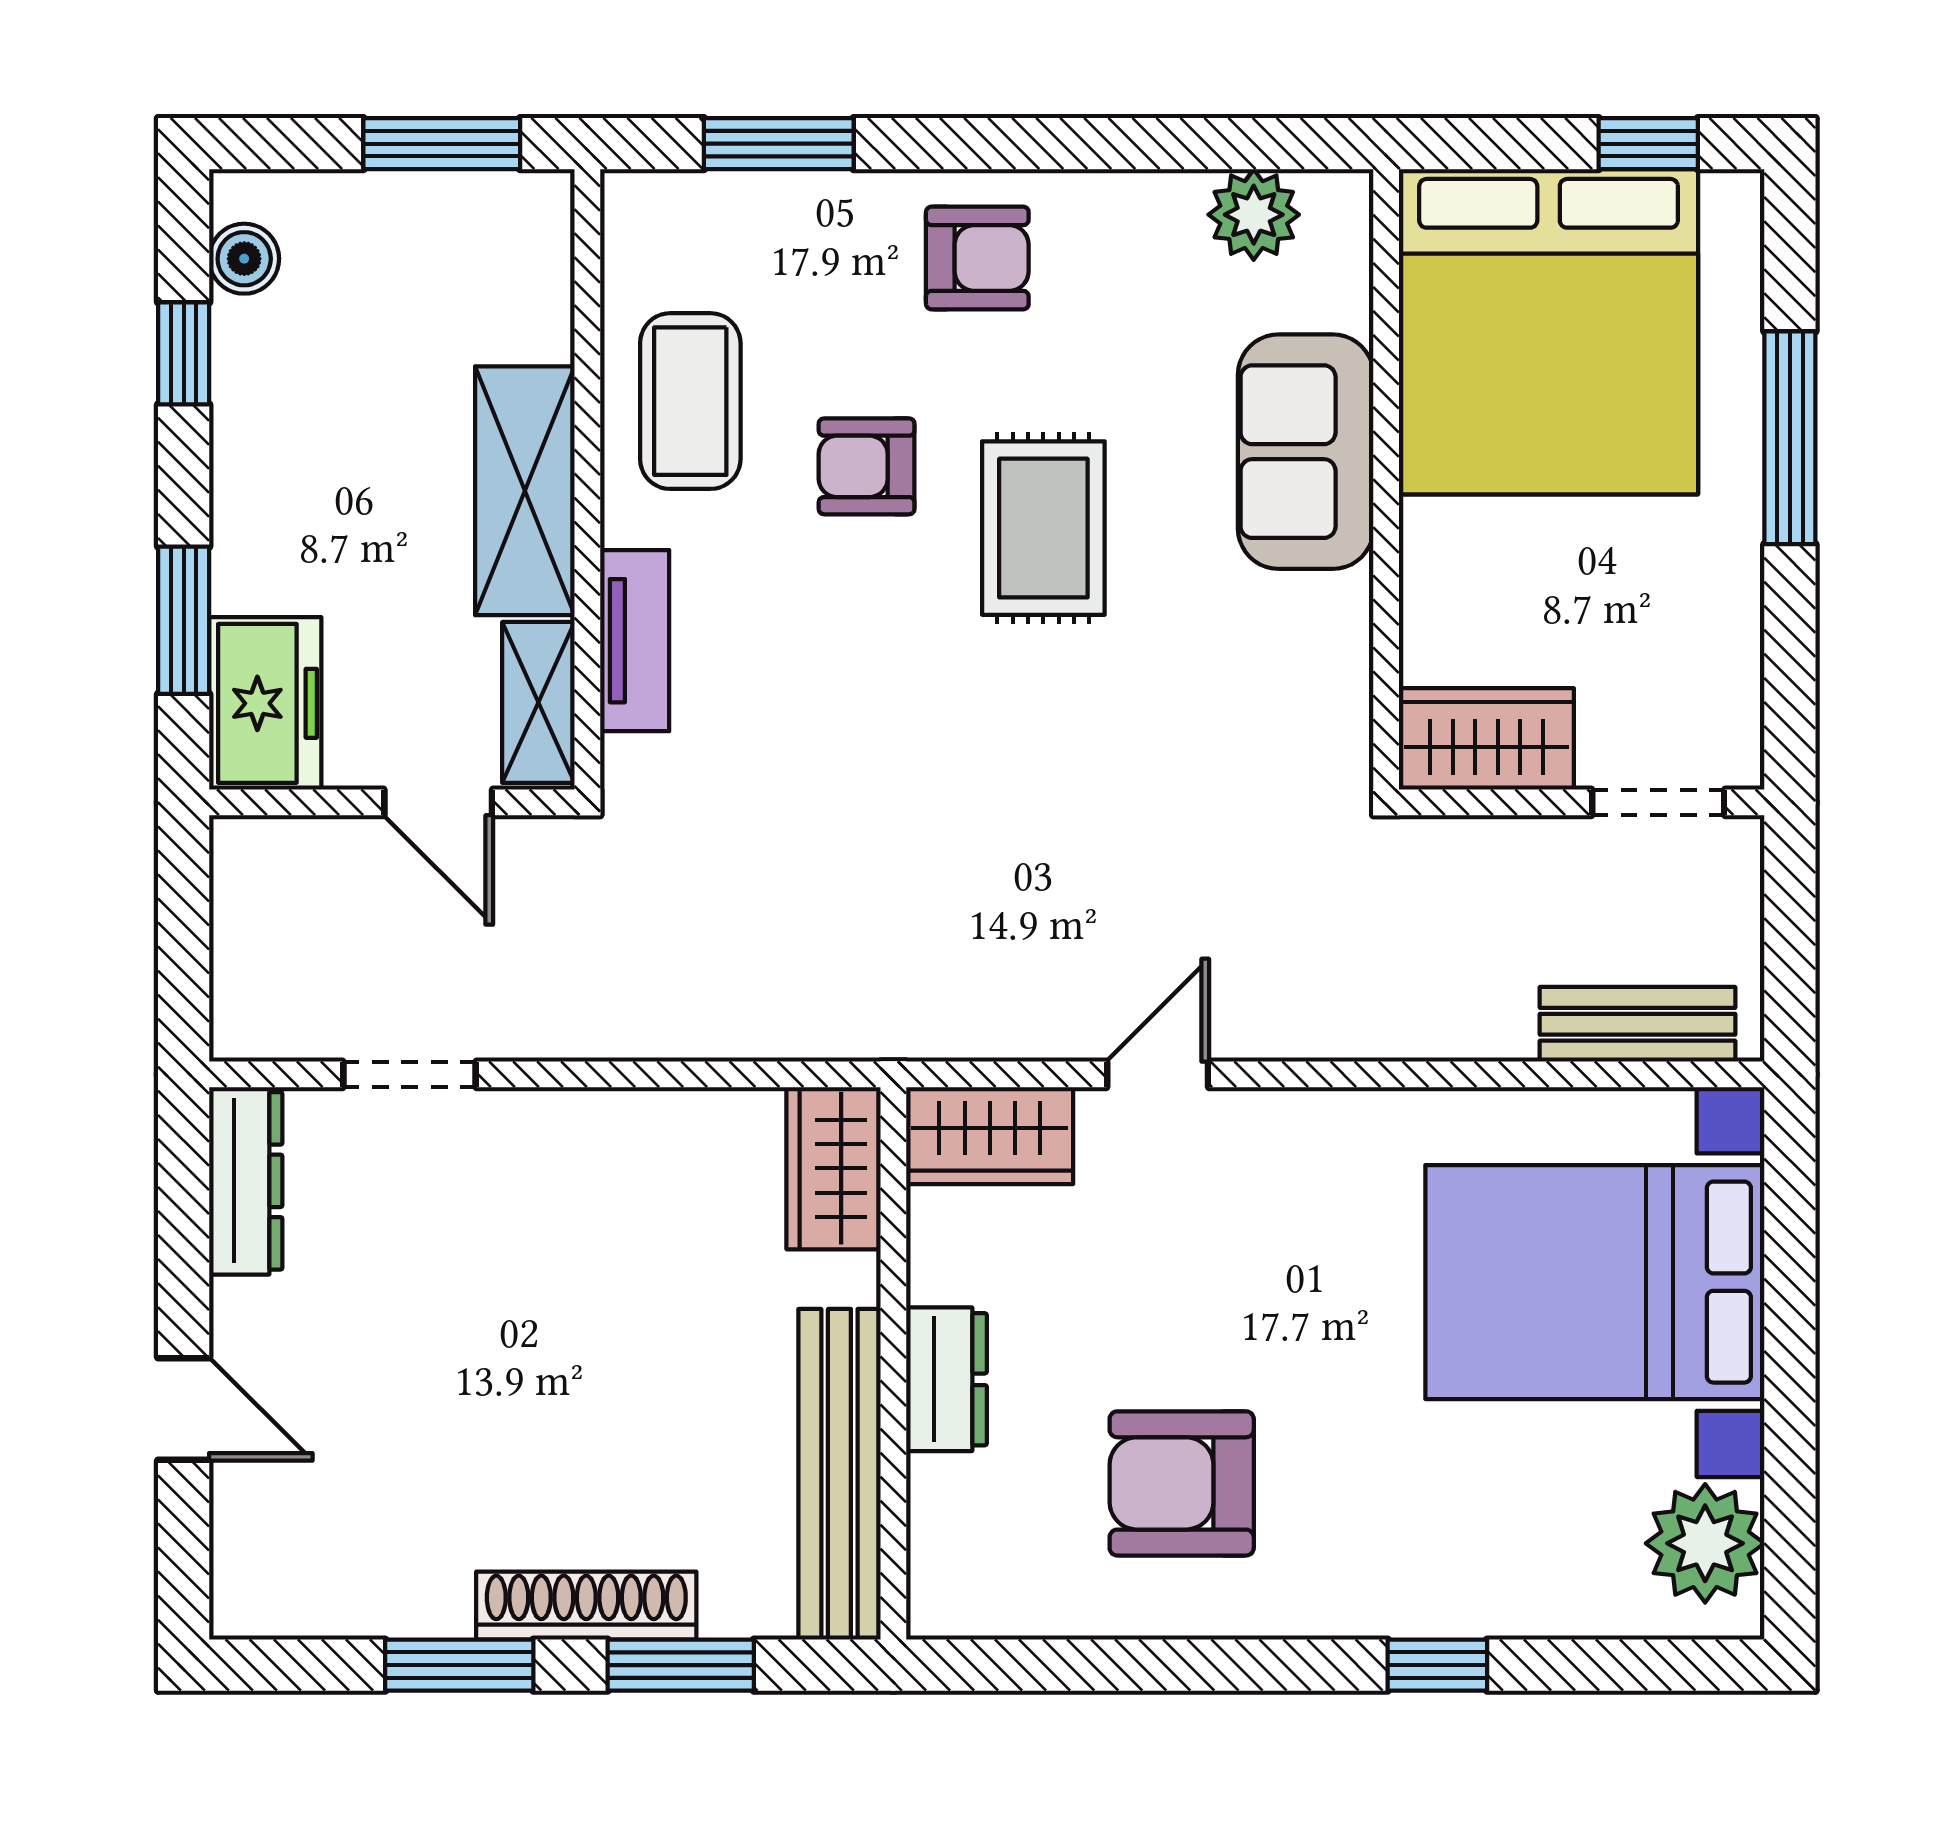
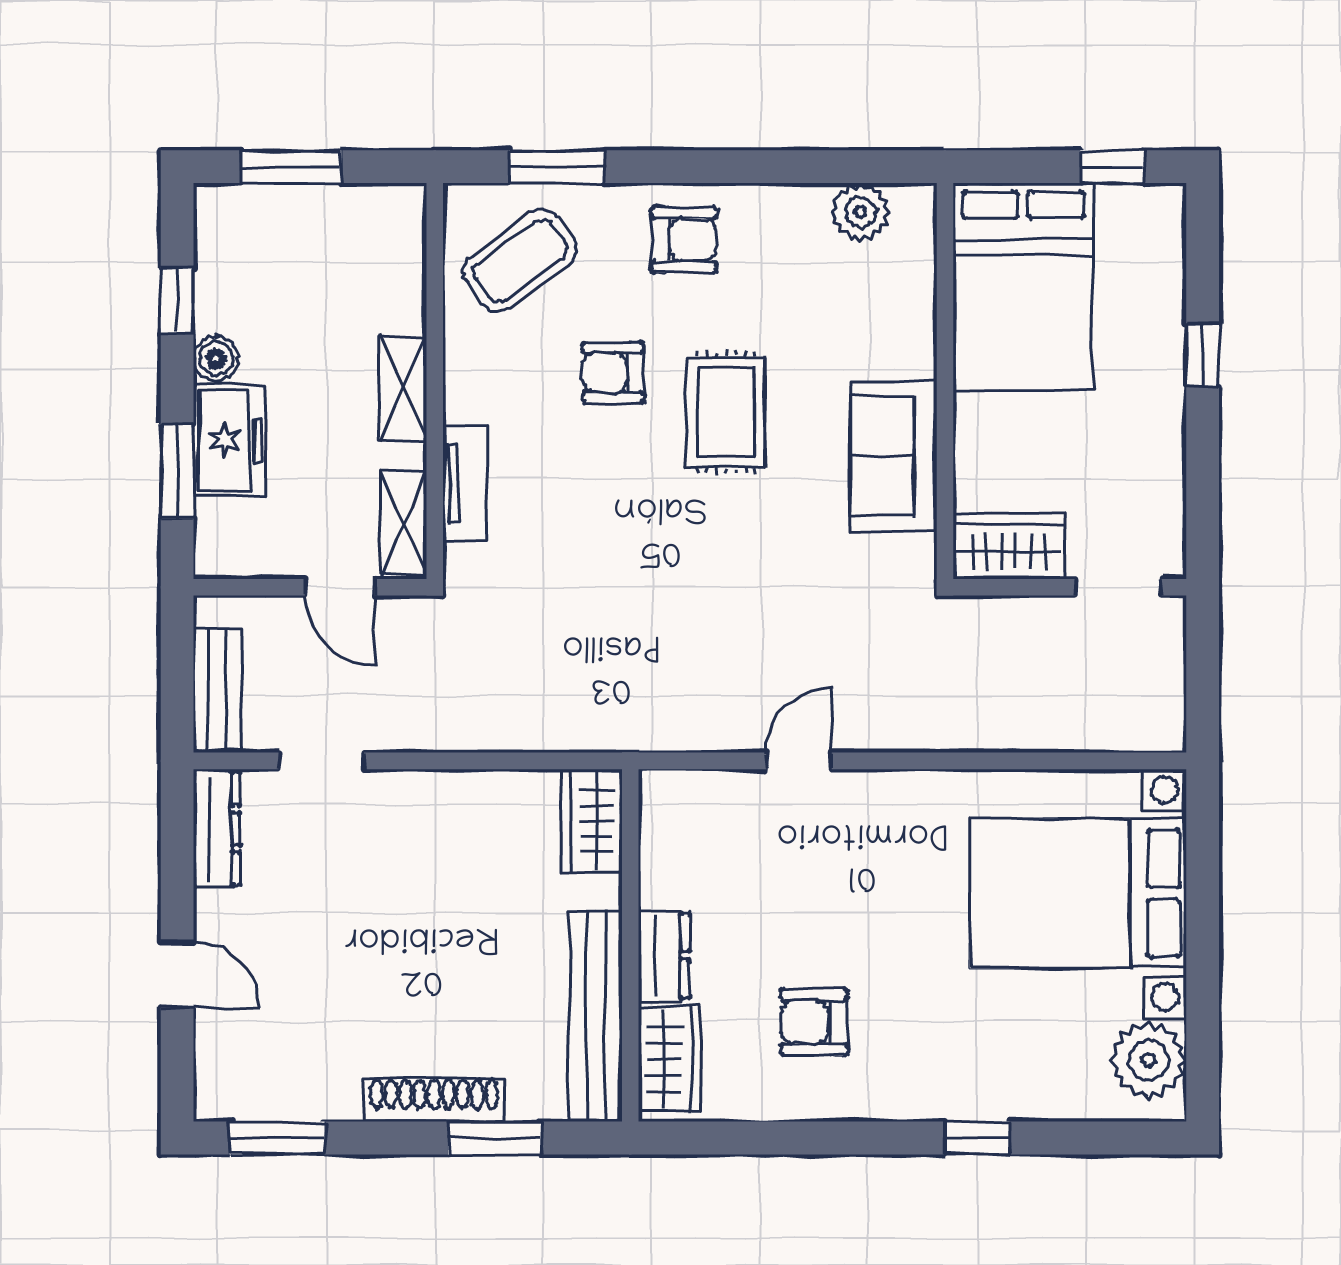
window: (442, 144) -> (291, 167), moved
boiler: (244, 259) -> (216, 359), moved
bed: (1549, 332) -> (1023, 287), width x0.73
coffee table: (690, 401) -> (520, 260), moved, turned 54
window: (1790, 438) -> (1203, 354), width x0.46
sofa: (1306, 452) -> (893, 456), moved
shelving: (525, 491) -> (403, 388), width x0.67, depth x0.75
freezer: (265, 703) -> (229, 440), moved
bench: (1638, 1024) -> (217, 690), moved, turned 90
wardrobe: (990, 1136) -> (669, 1059), moved, turned -90
armchair: (1182, 1483) -> (814, 1022), width x0.72, depth x0.72
window: (459, 1665) -> (277, 1138), moved

